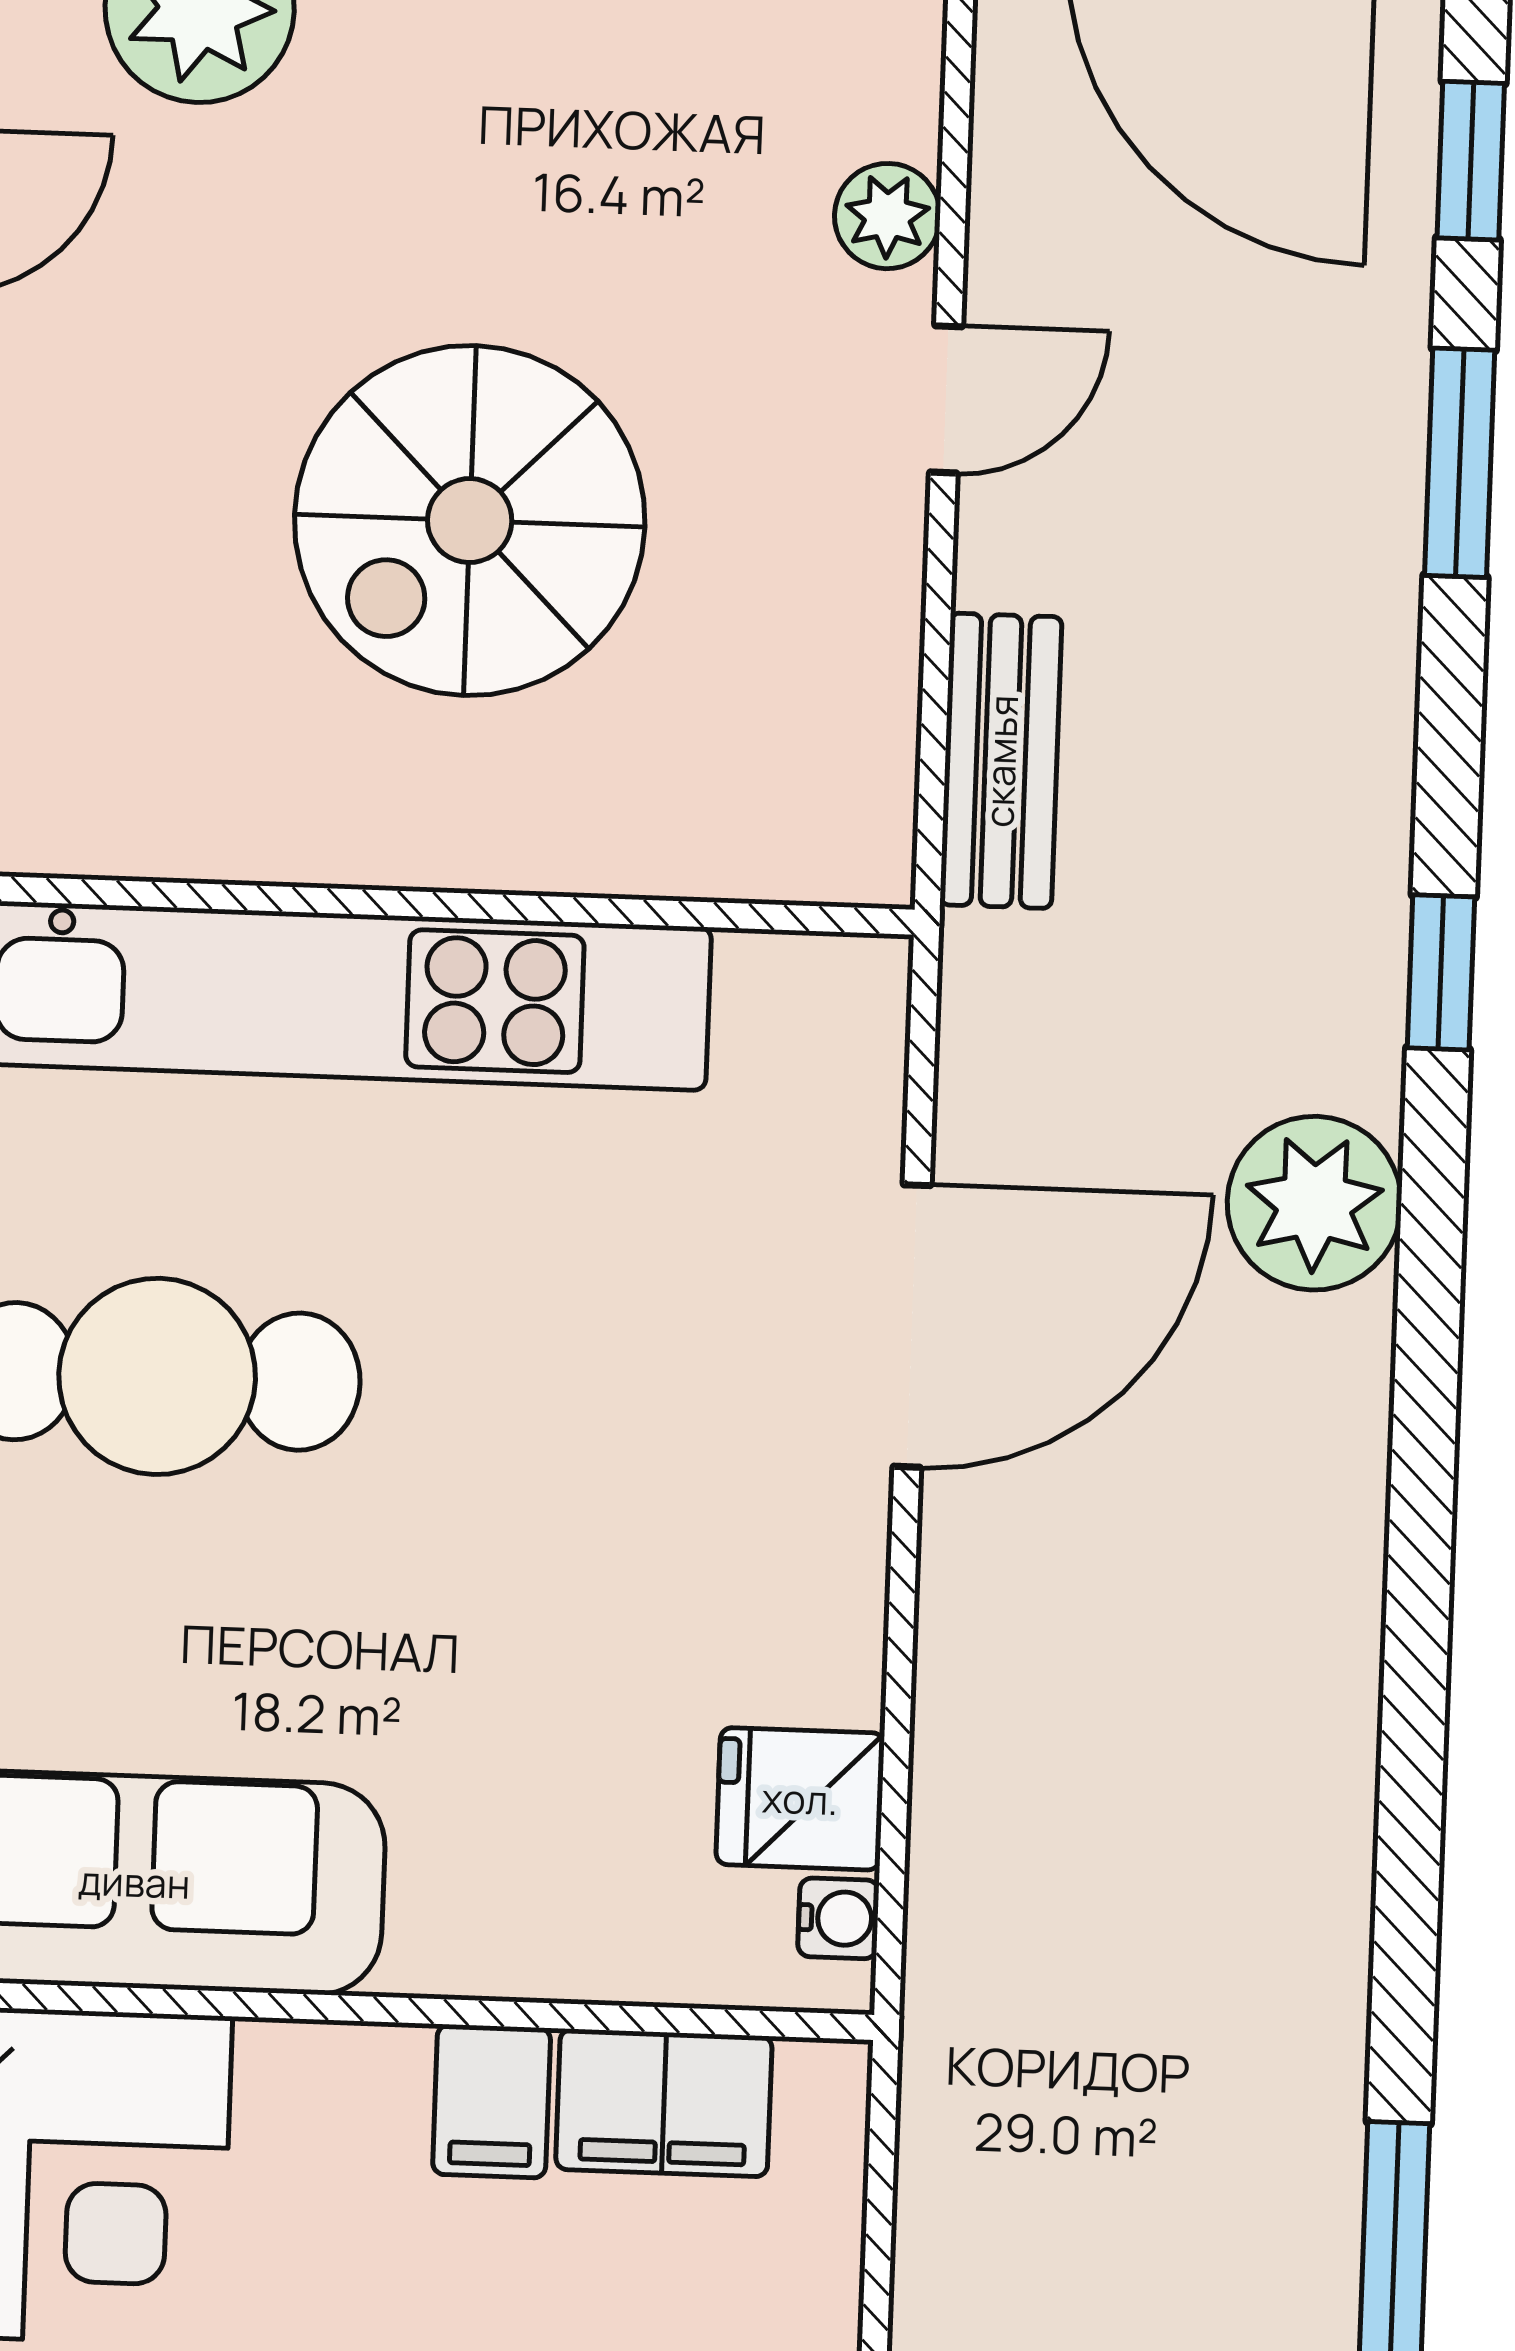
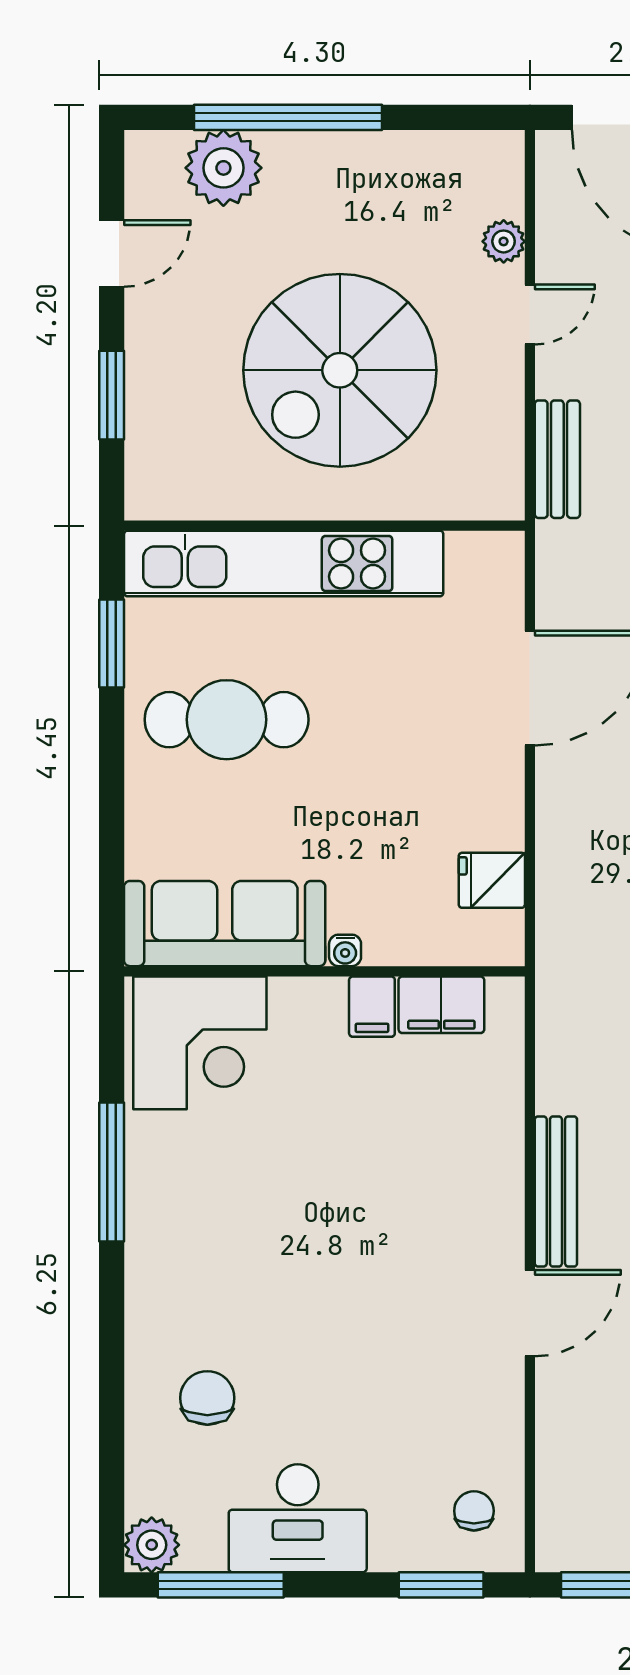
spiral stairs: (470, 521) -> (340, 370), width x1.37, depth x1.37
water cooler: (838, 1918) -> (345, 950), moved, turned 90

